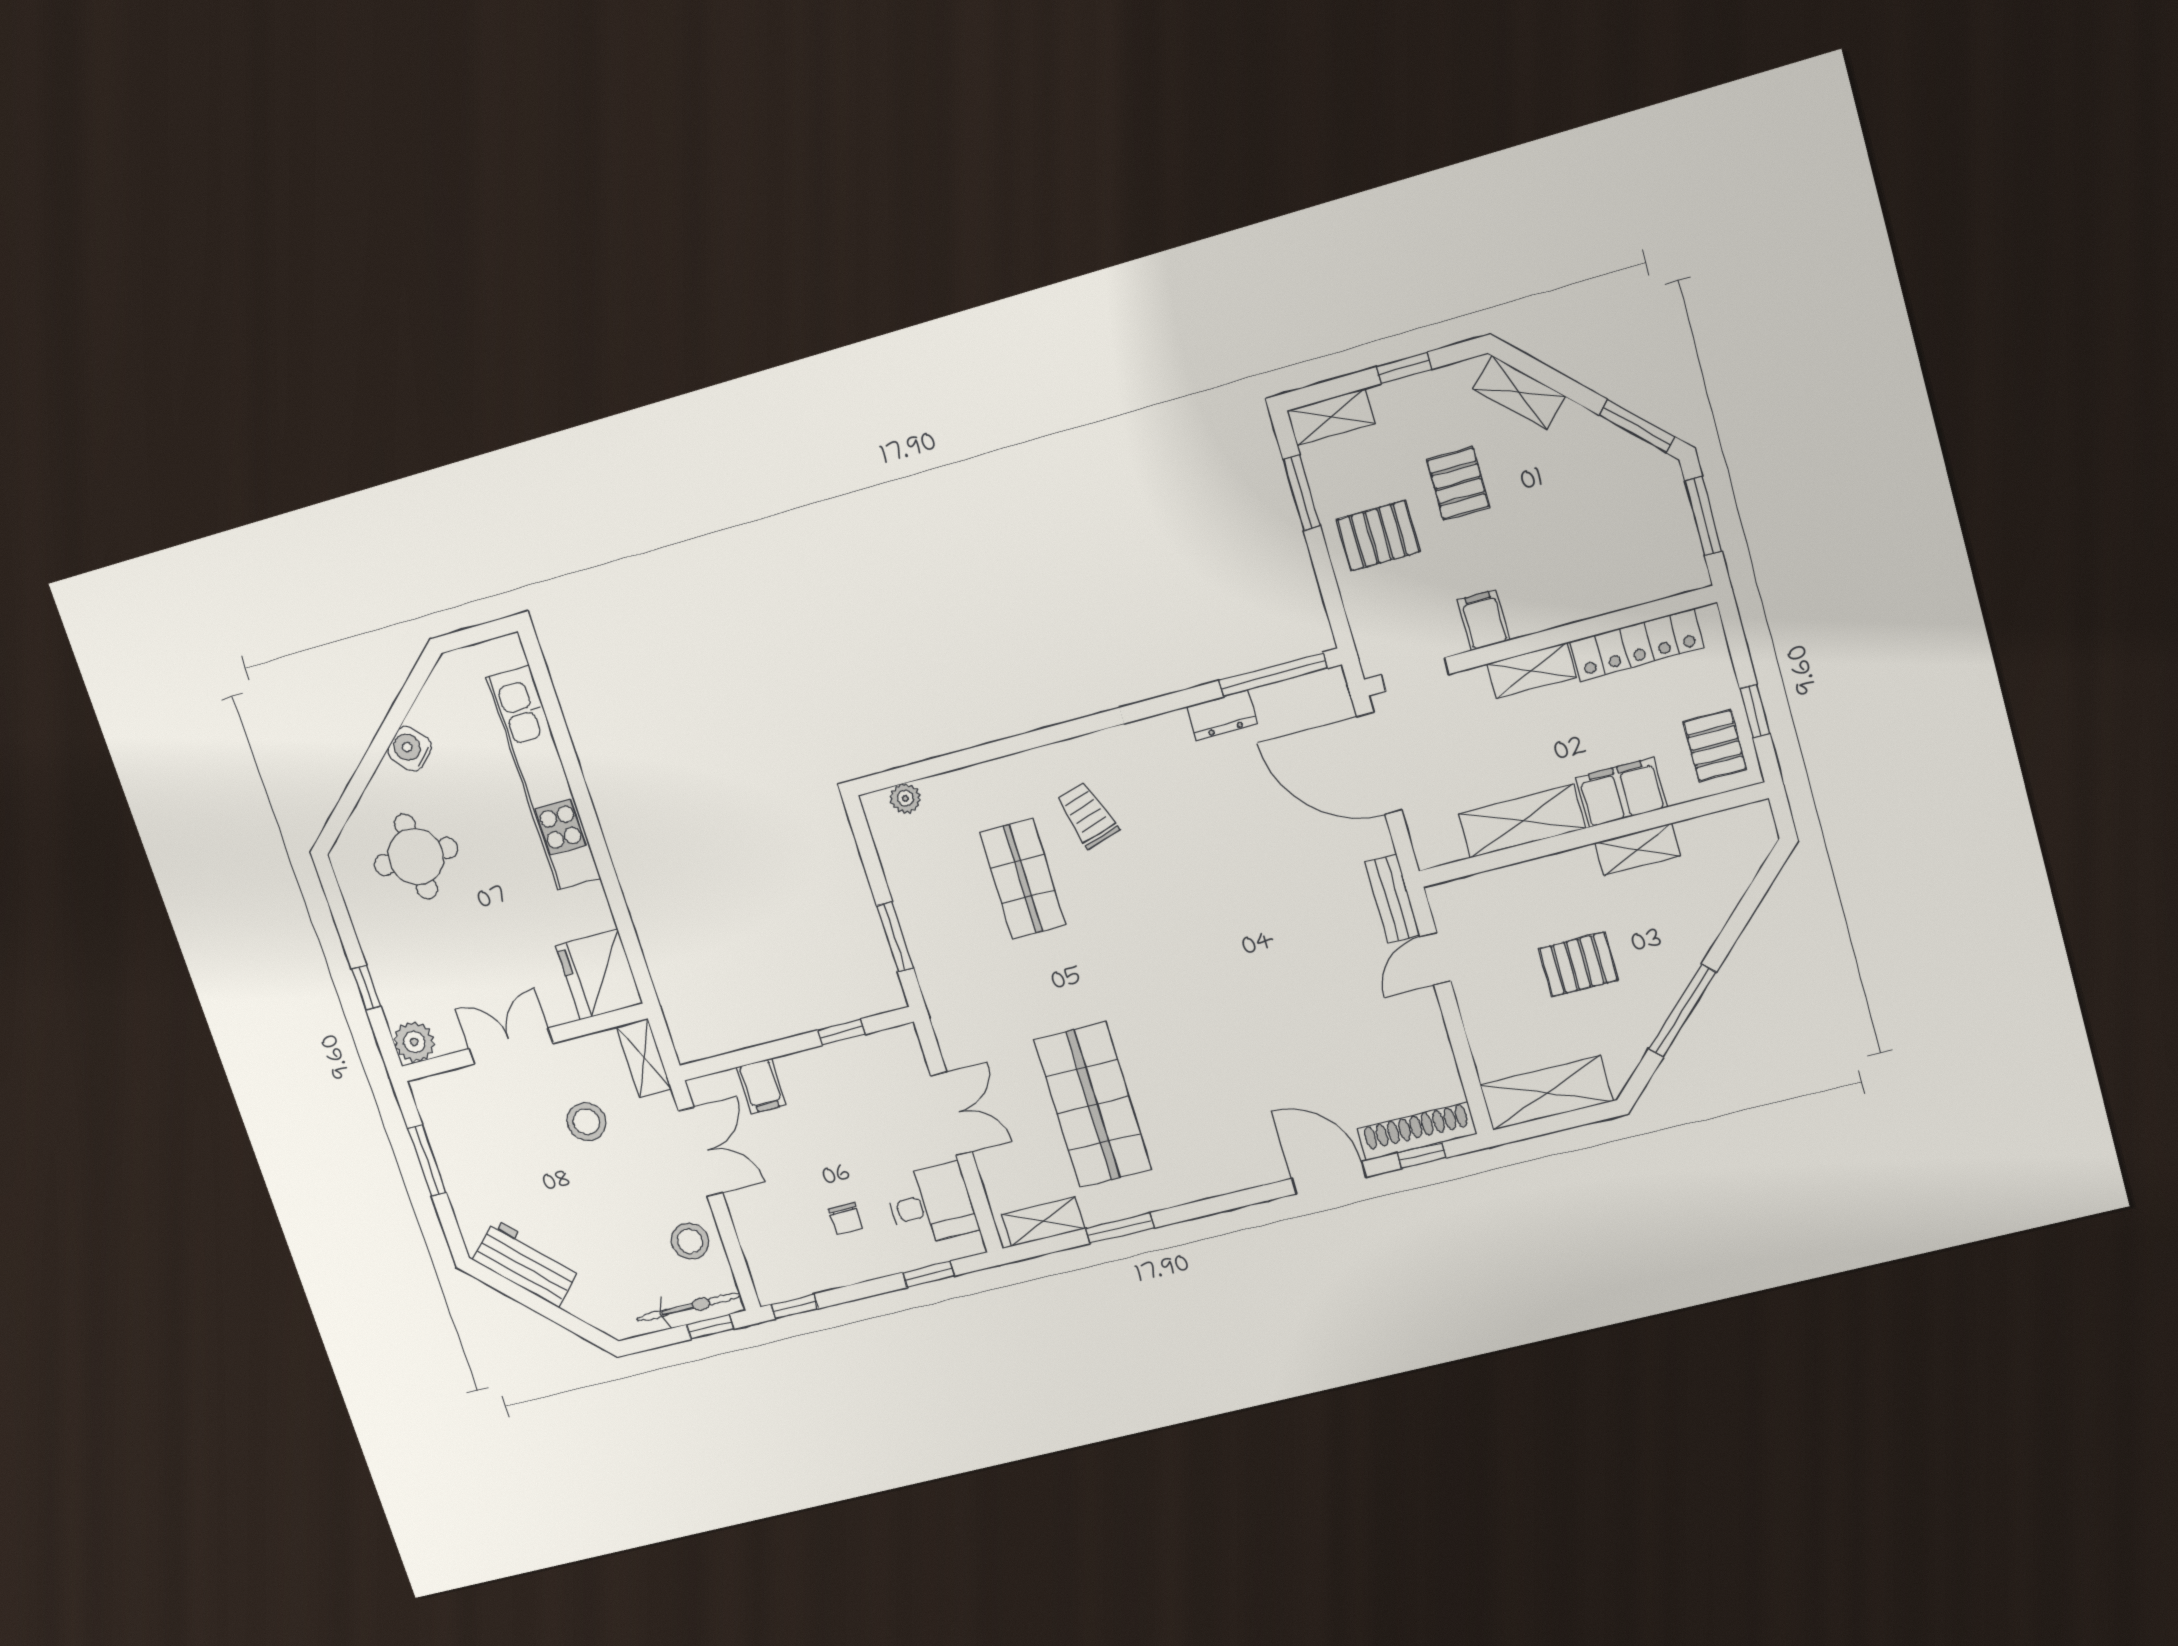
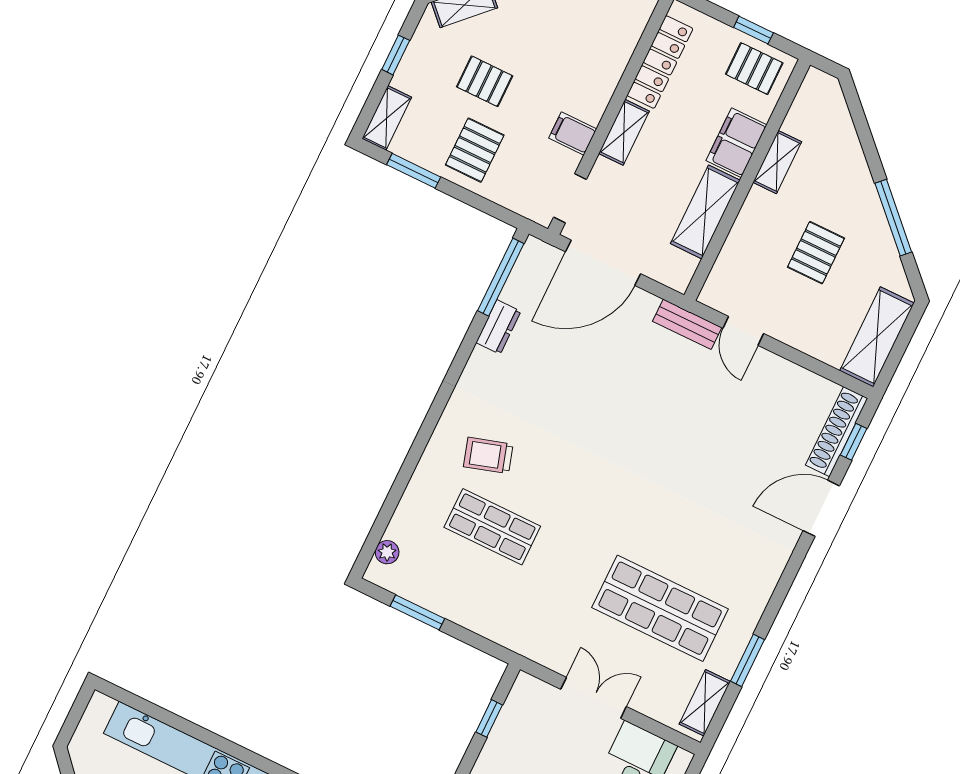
window: (895, 937) -> (417, 612), moved

